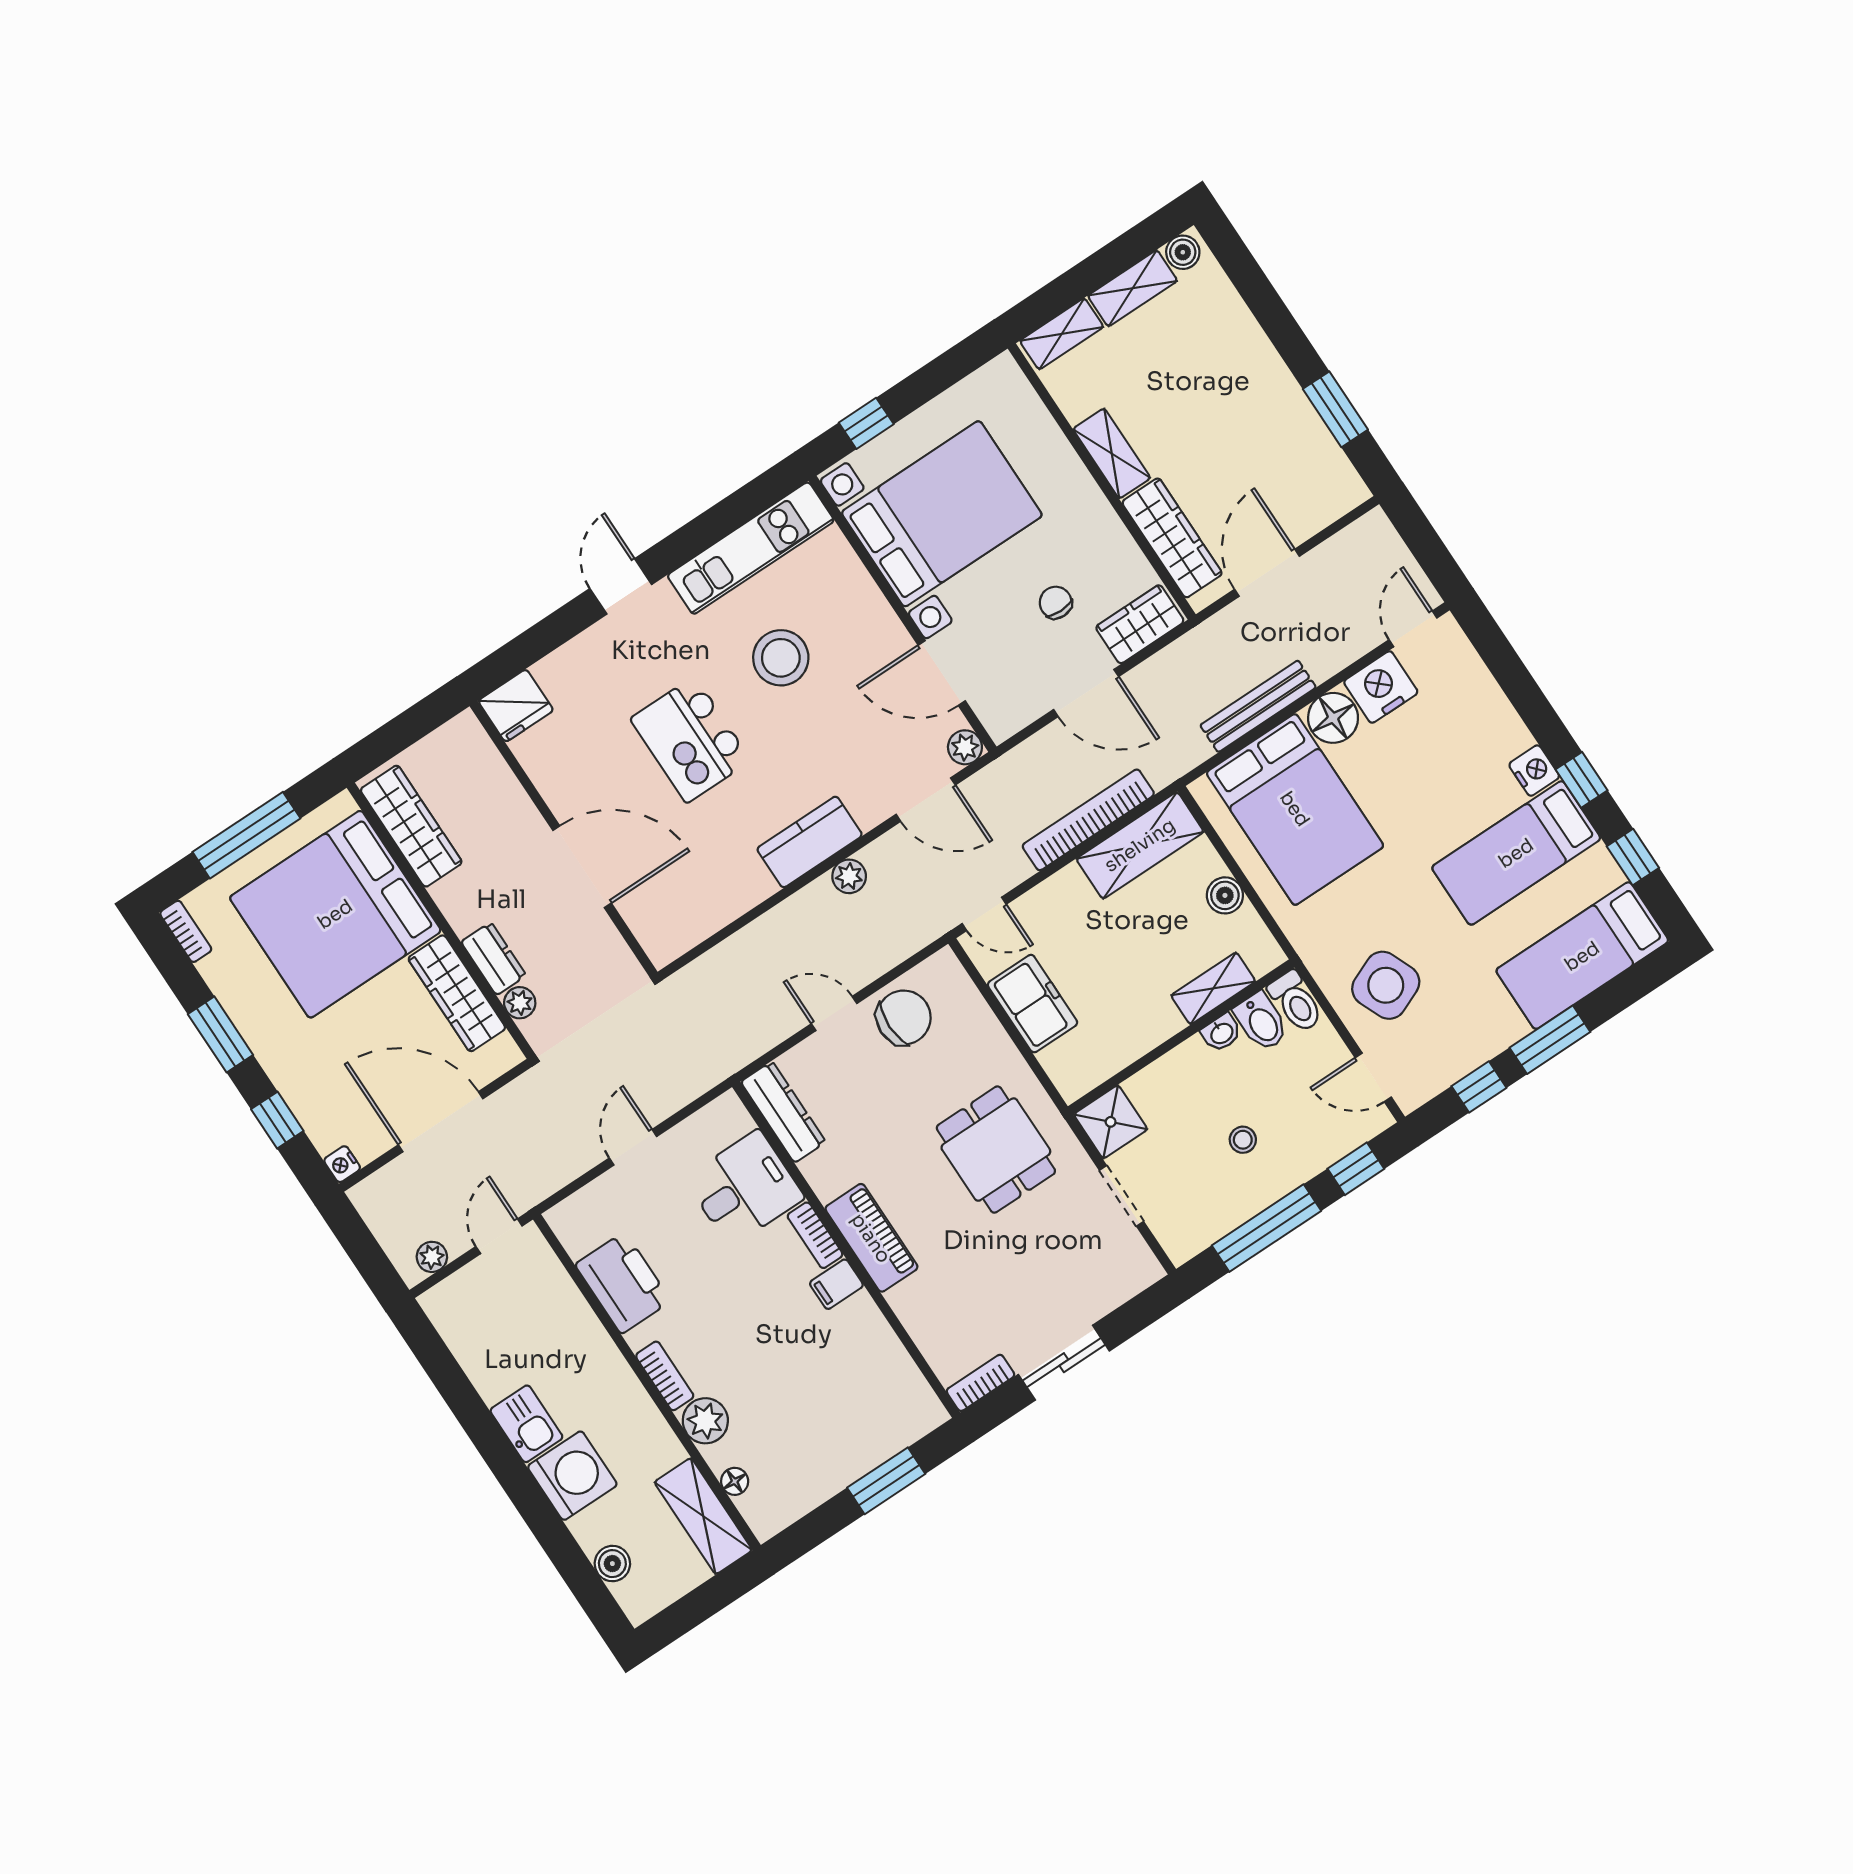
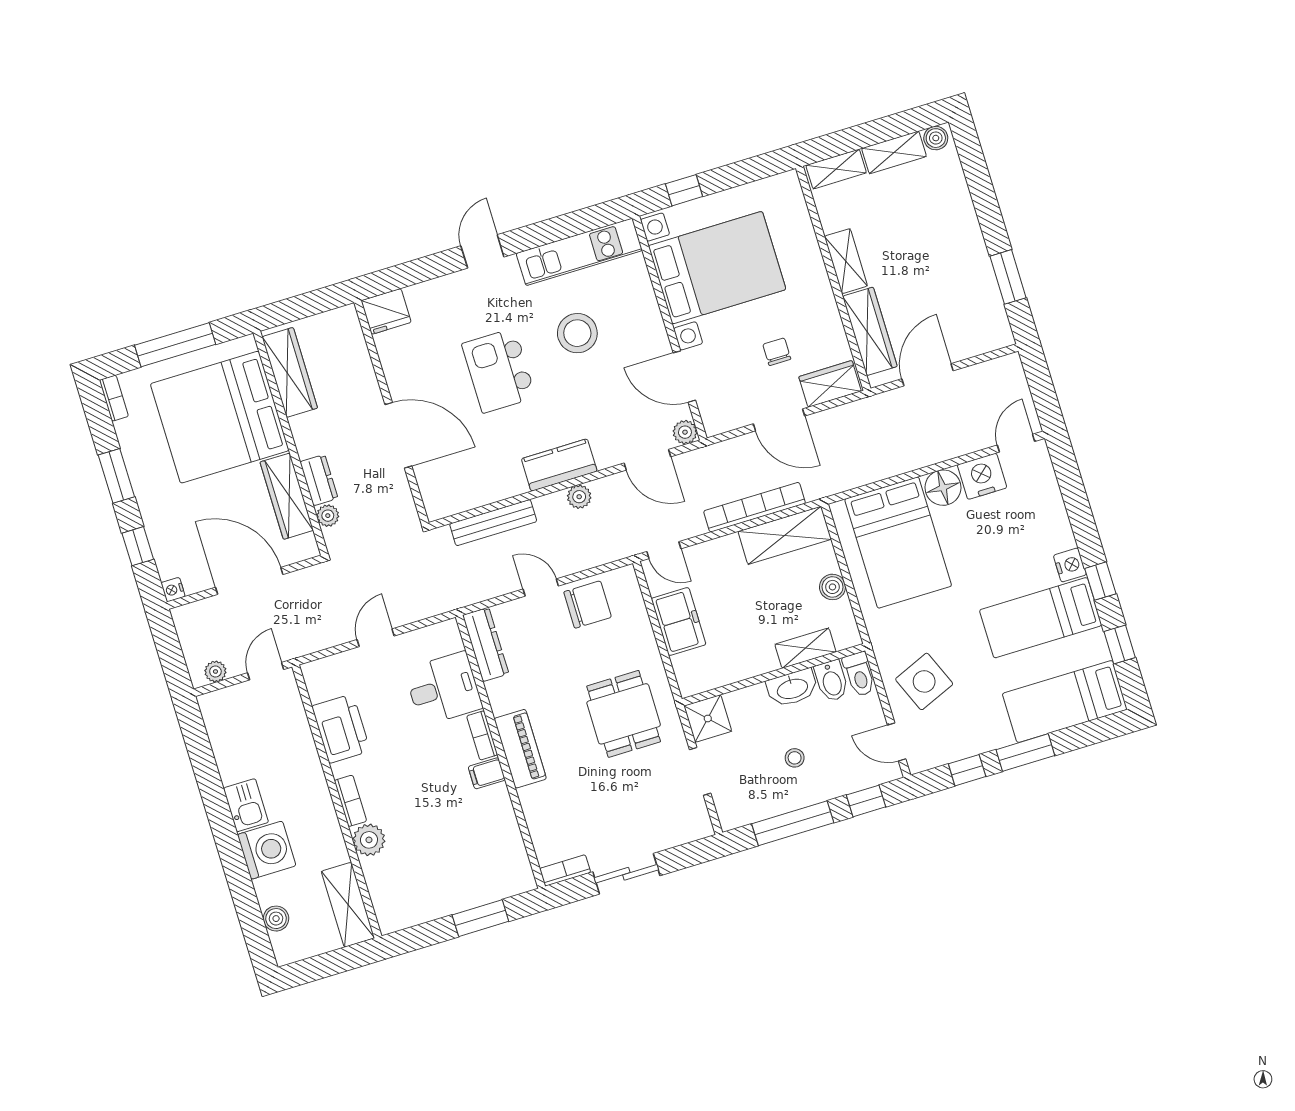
bench: (1258, 706) -> (493, 523), moved
washbasin: (1221, 1033) -> (792, 688), width x1.91, depth x1.45
floor lamp: (735, 1481) -> (377, 887), removed

